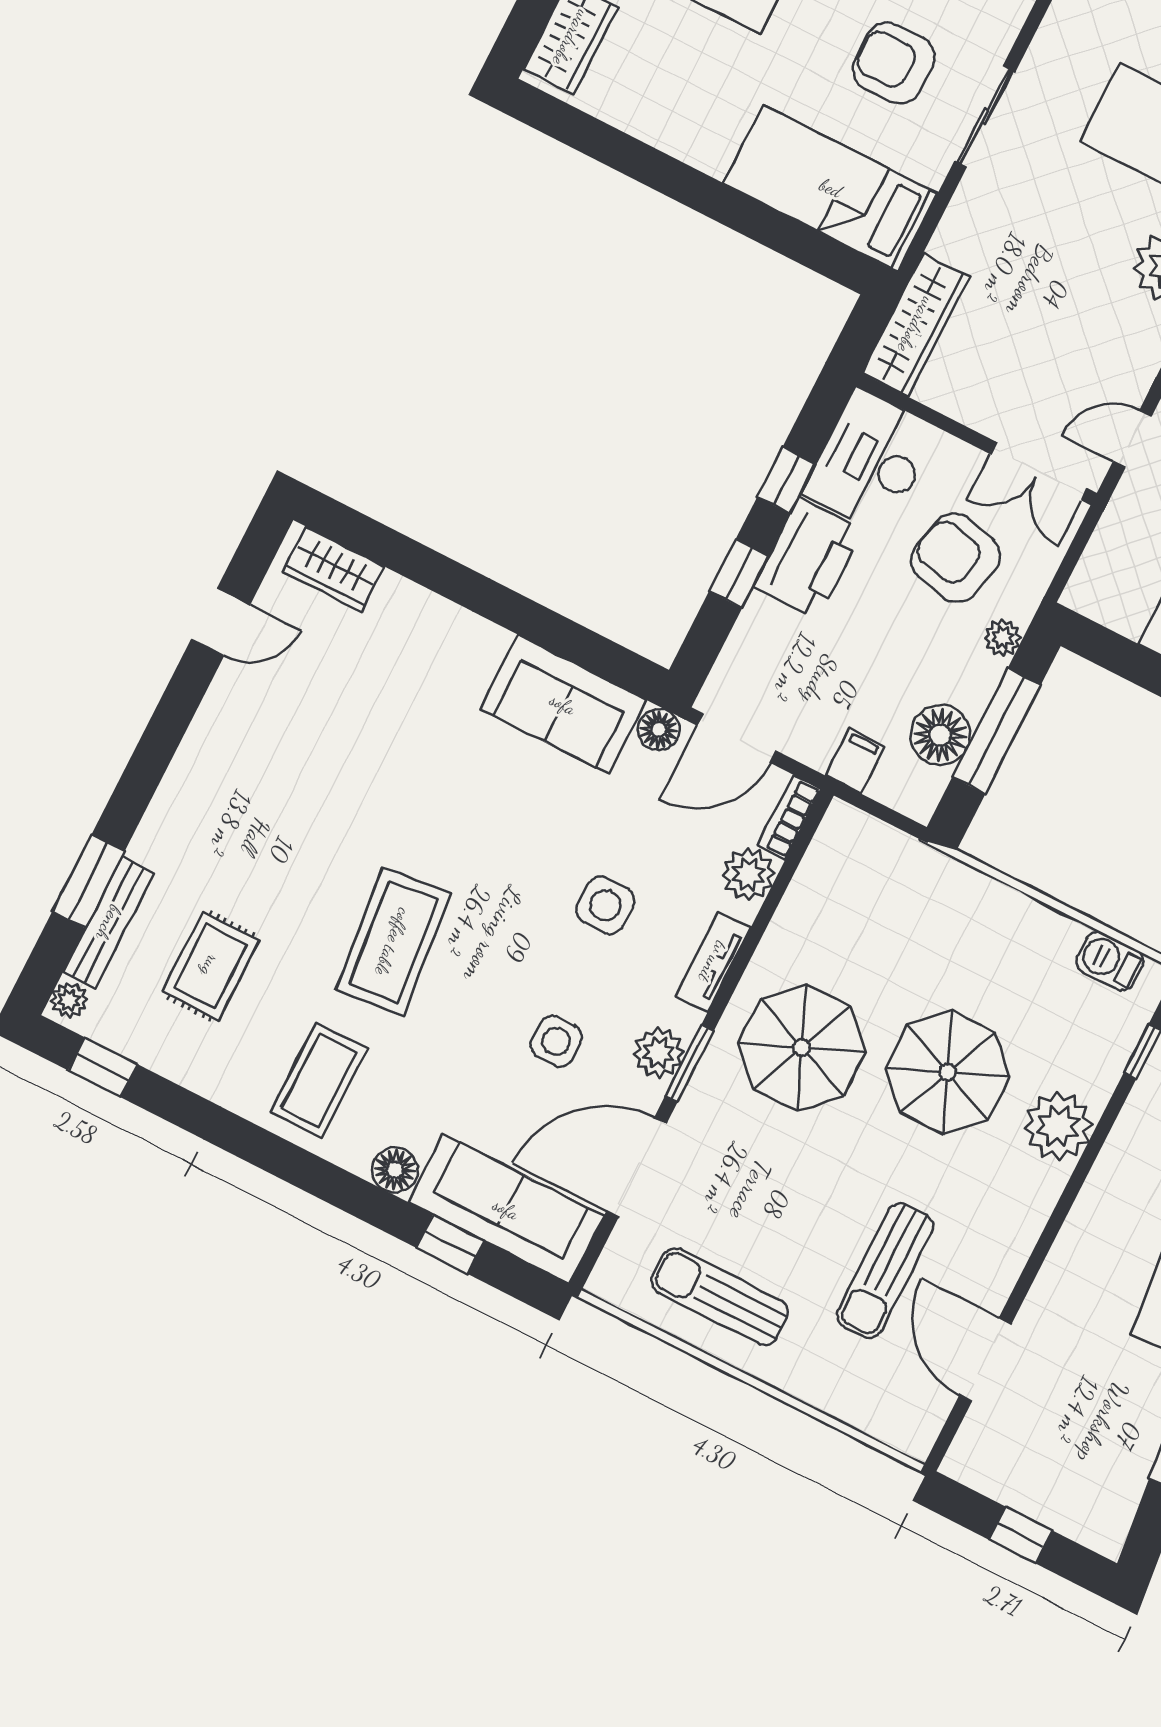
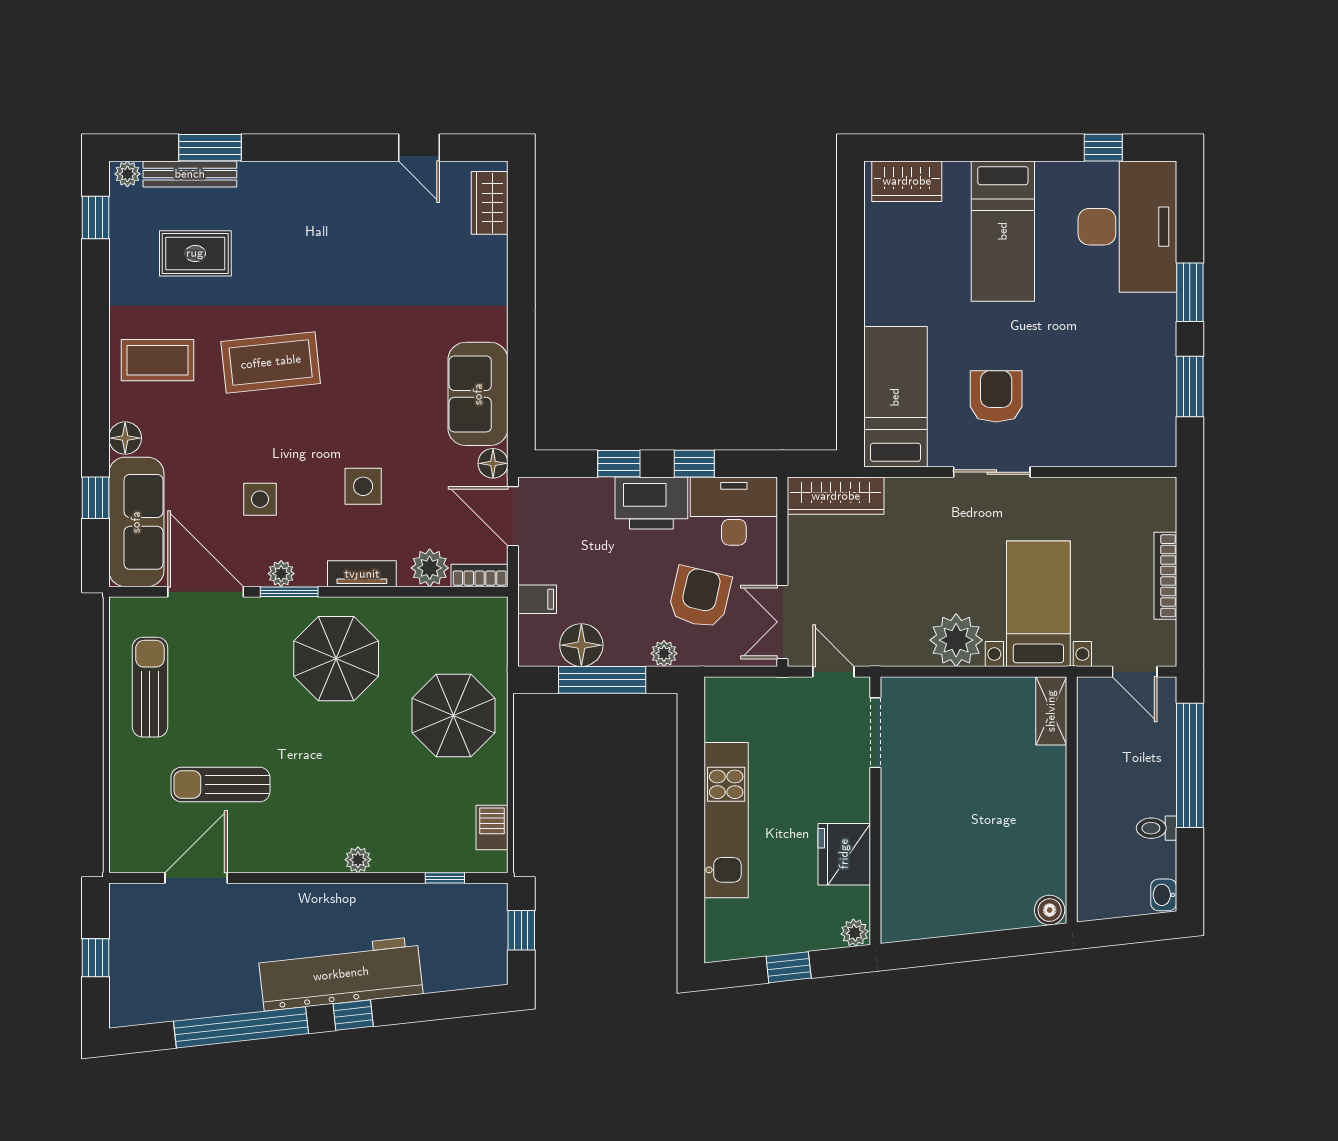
plant: (659, 1053) -> (281, 574), width x0.73, depth x0.73
parasol: (948, 1072) -> (454, 715), moved
plant: (1058, 1126) -> (358, 860), width x0.53, depth x0.53

